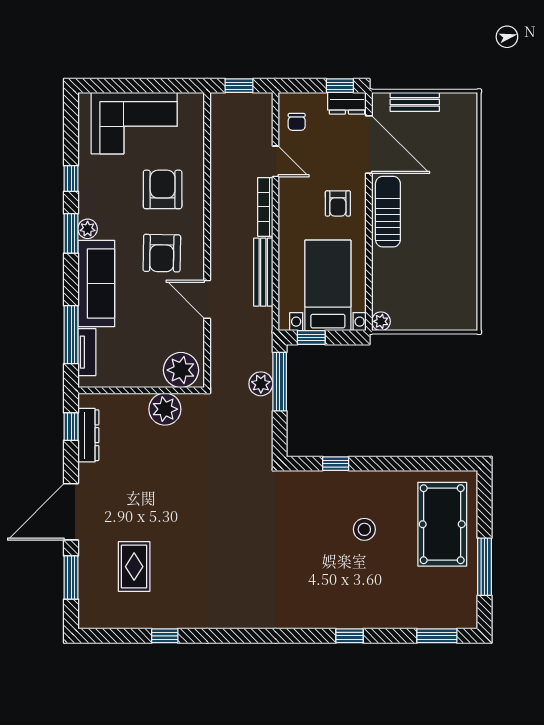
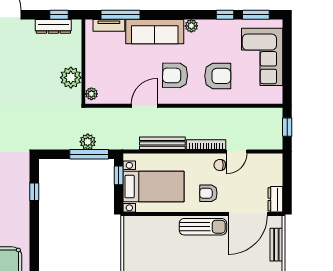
window: (340, 86) -> (287, 195), removed
chair: (297, 122) -> (220, 165), moved
window: (71, 233) -> (256, 15), moved
plant: (381, 321) -> (130, 222), removed
plant: (181, 370) -> (91, 94), width x0.53, depth x0.53

